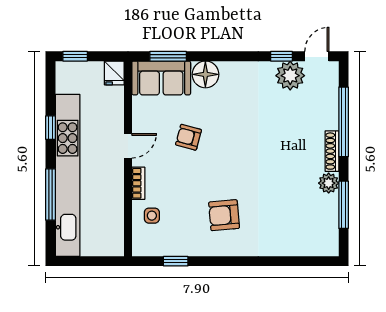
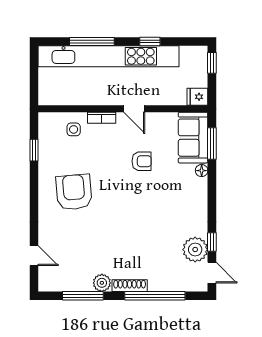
floor lamp: (205, 74) -> (202, 171), width x0.53, depth x0.53
armchair: (189, 137) -> (142, 161), turned 75
armchair: (224, 215) -> (74, 192), width x1.36, depth x1.36
door: (297, 261) -> (34, 256), added

